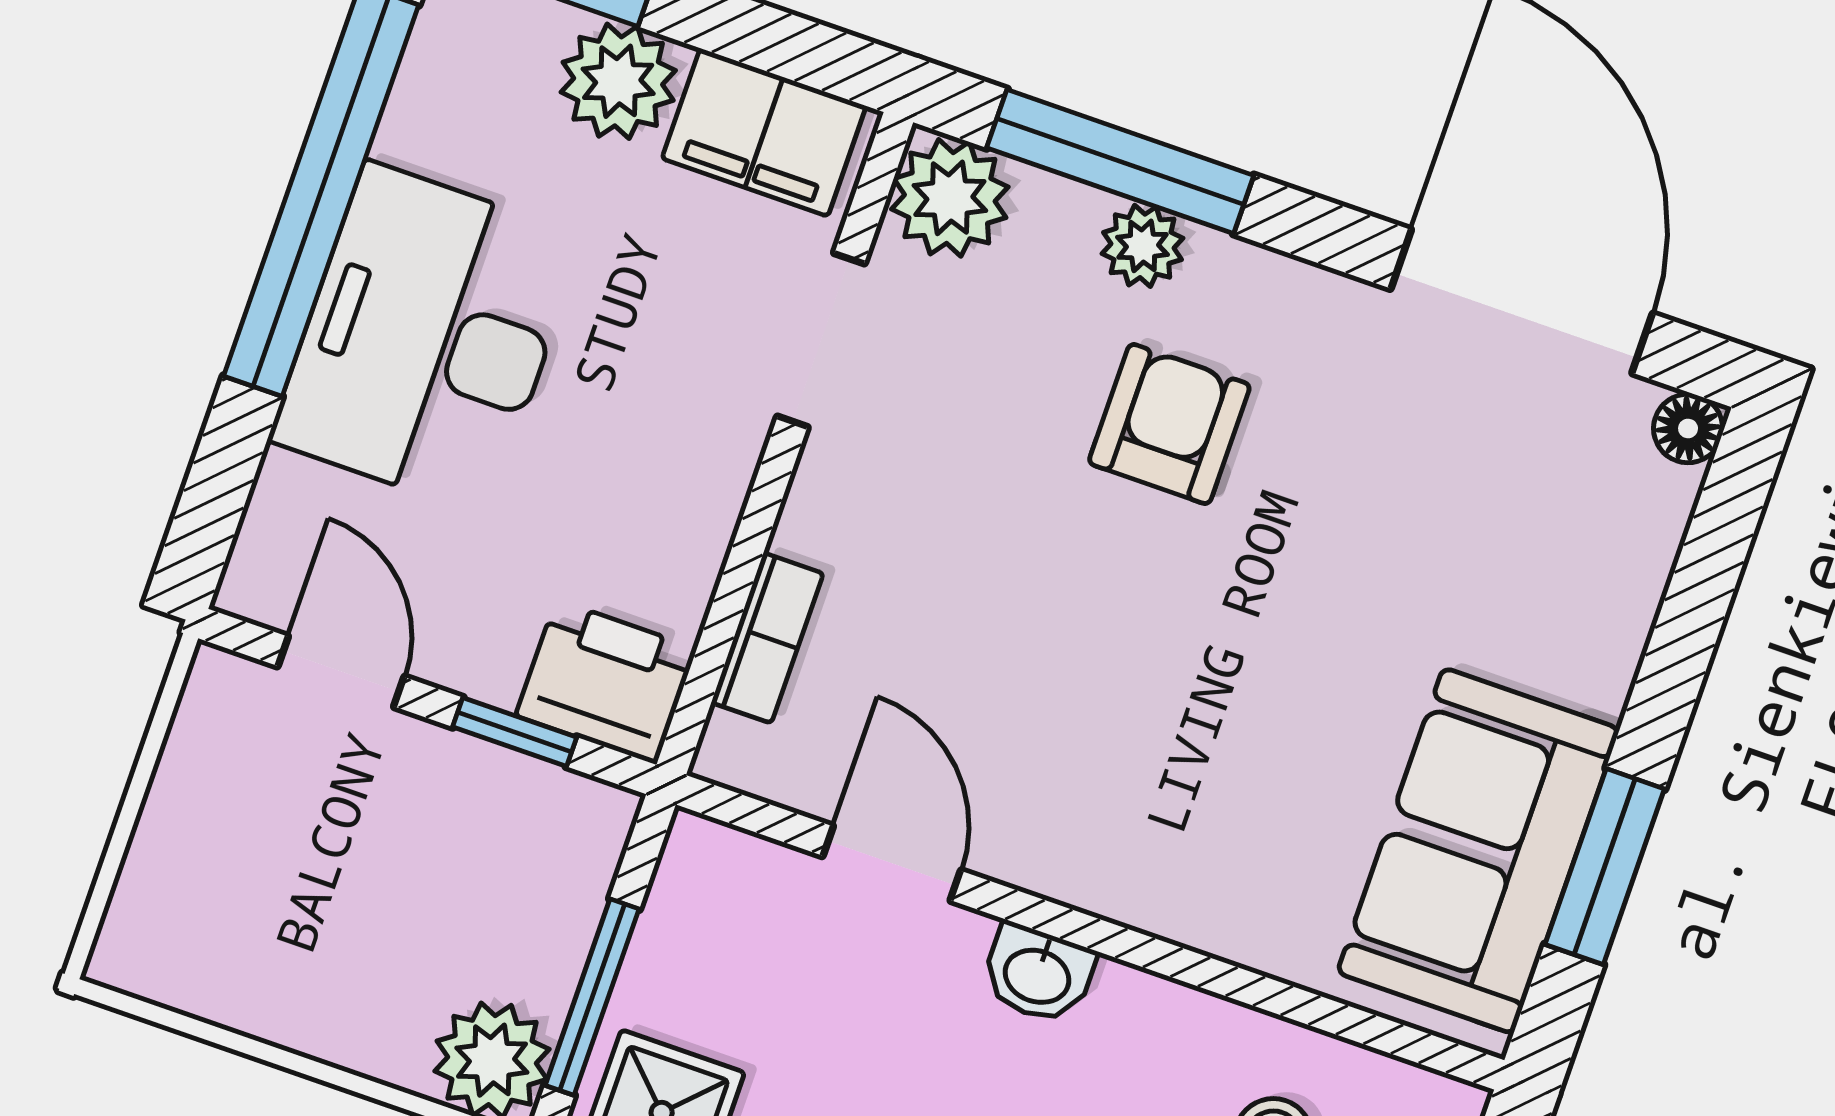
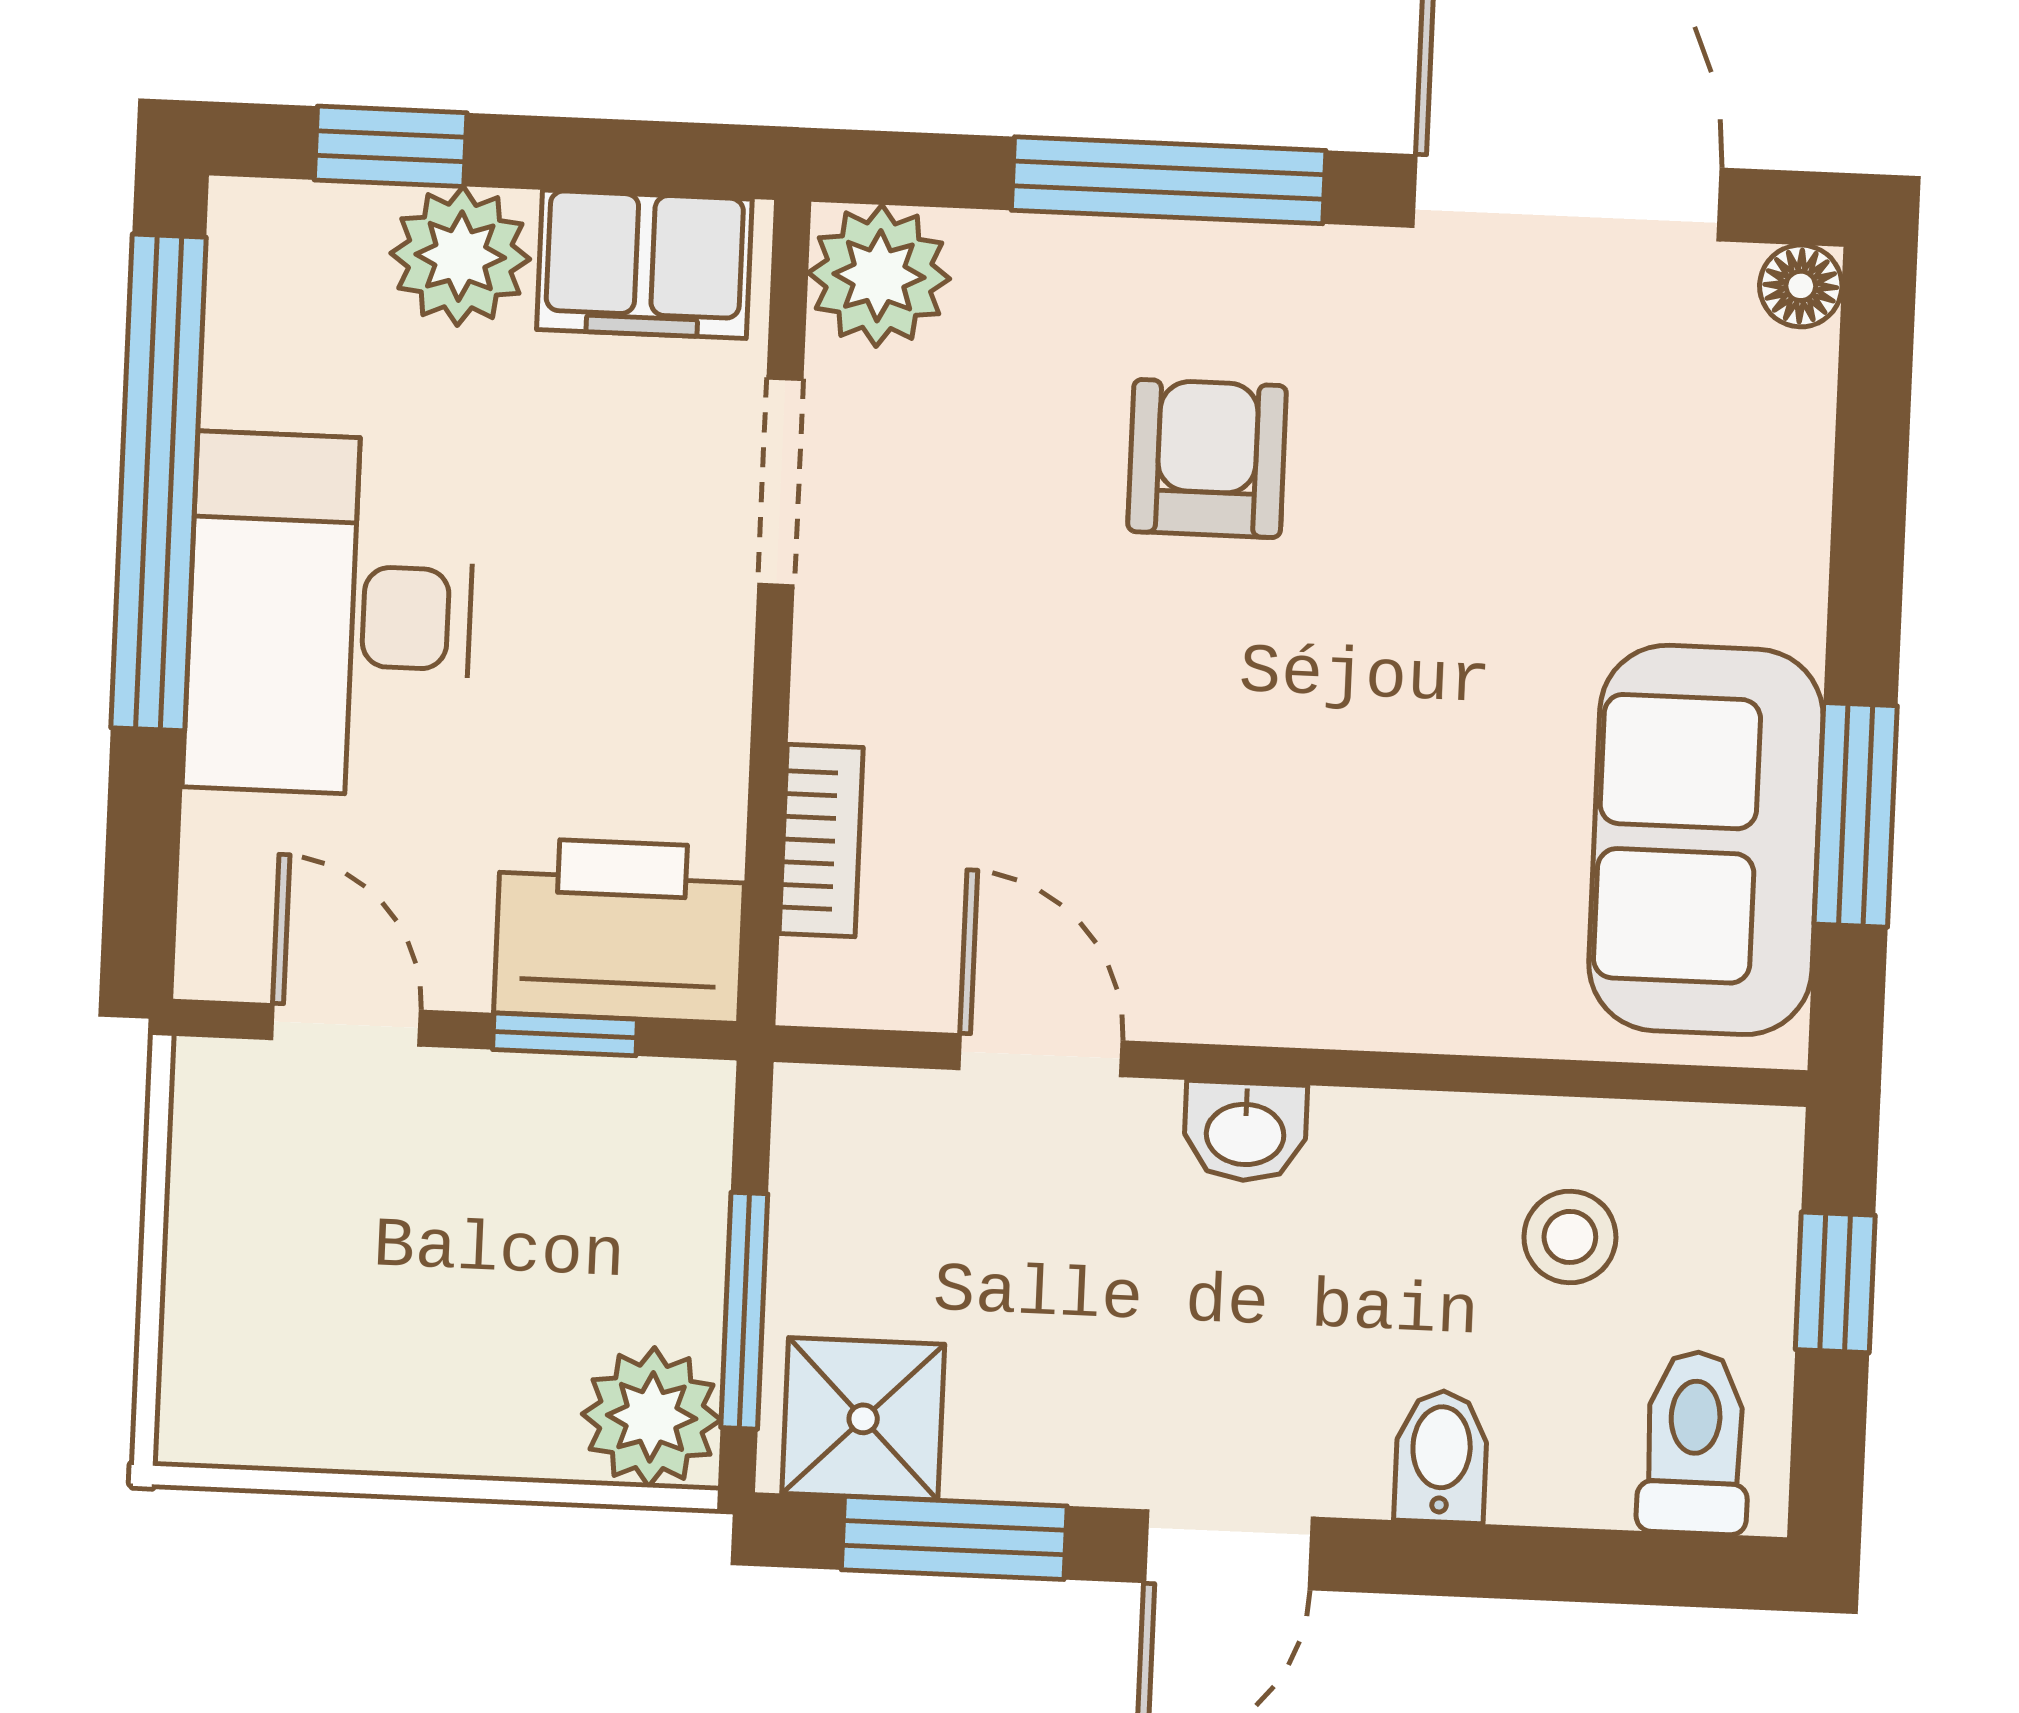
window: (1120, 162) -> (1169, 180), moved
plant: (1142, 246) -> (1115, 264), removed
printer: (606, 682) -> (620, 930), width x1.37, depth x1.19

